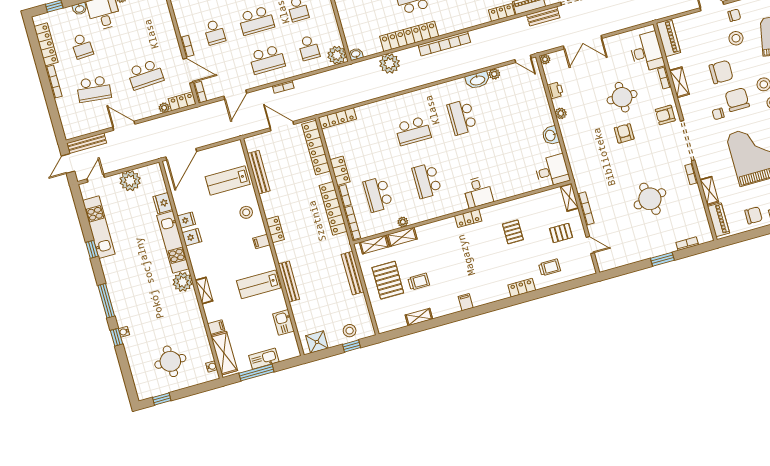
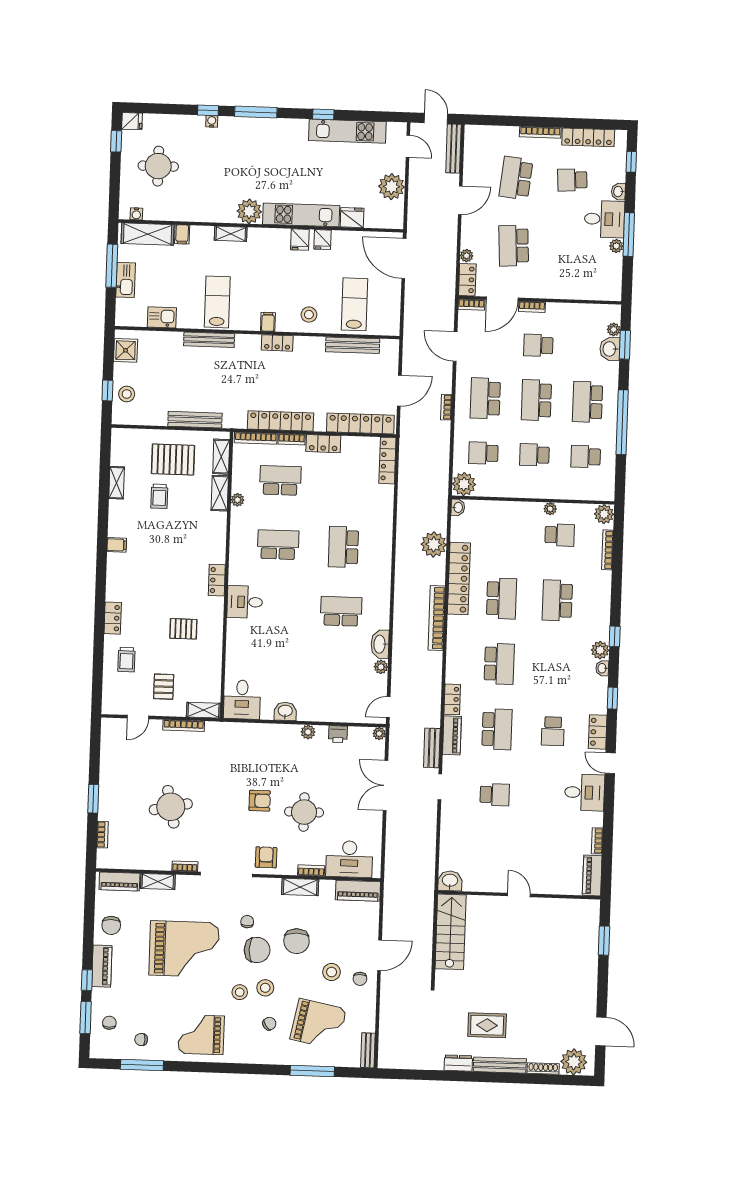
fridge: (143, 392) -> (132, 121), added

